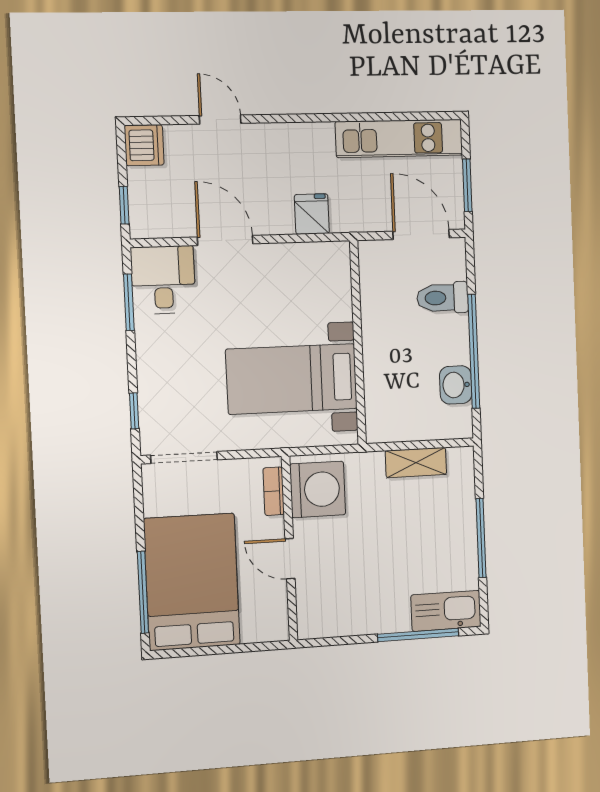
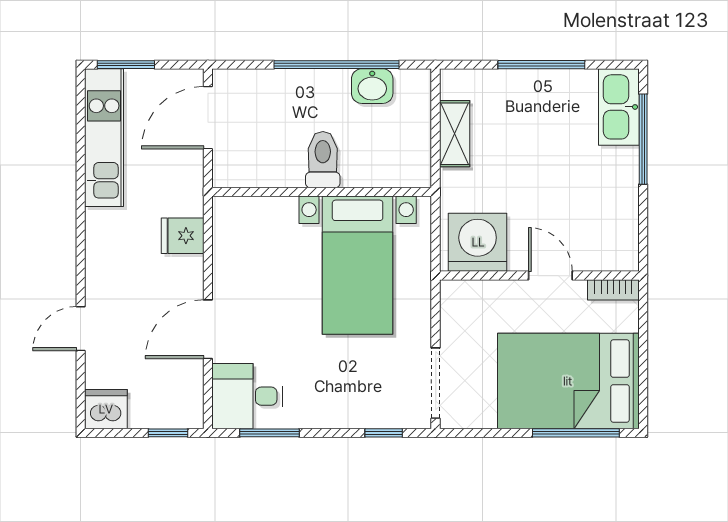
window: (467, 185) -> (126, 65), moved
toilet: (443, 298) -> (323, 160), moved, turned 180
bookcase: (274, 491) -> (613, 290), moved
door: (290, 559) -> (550, 276), swing flipped

